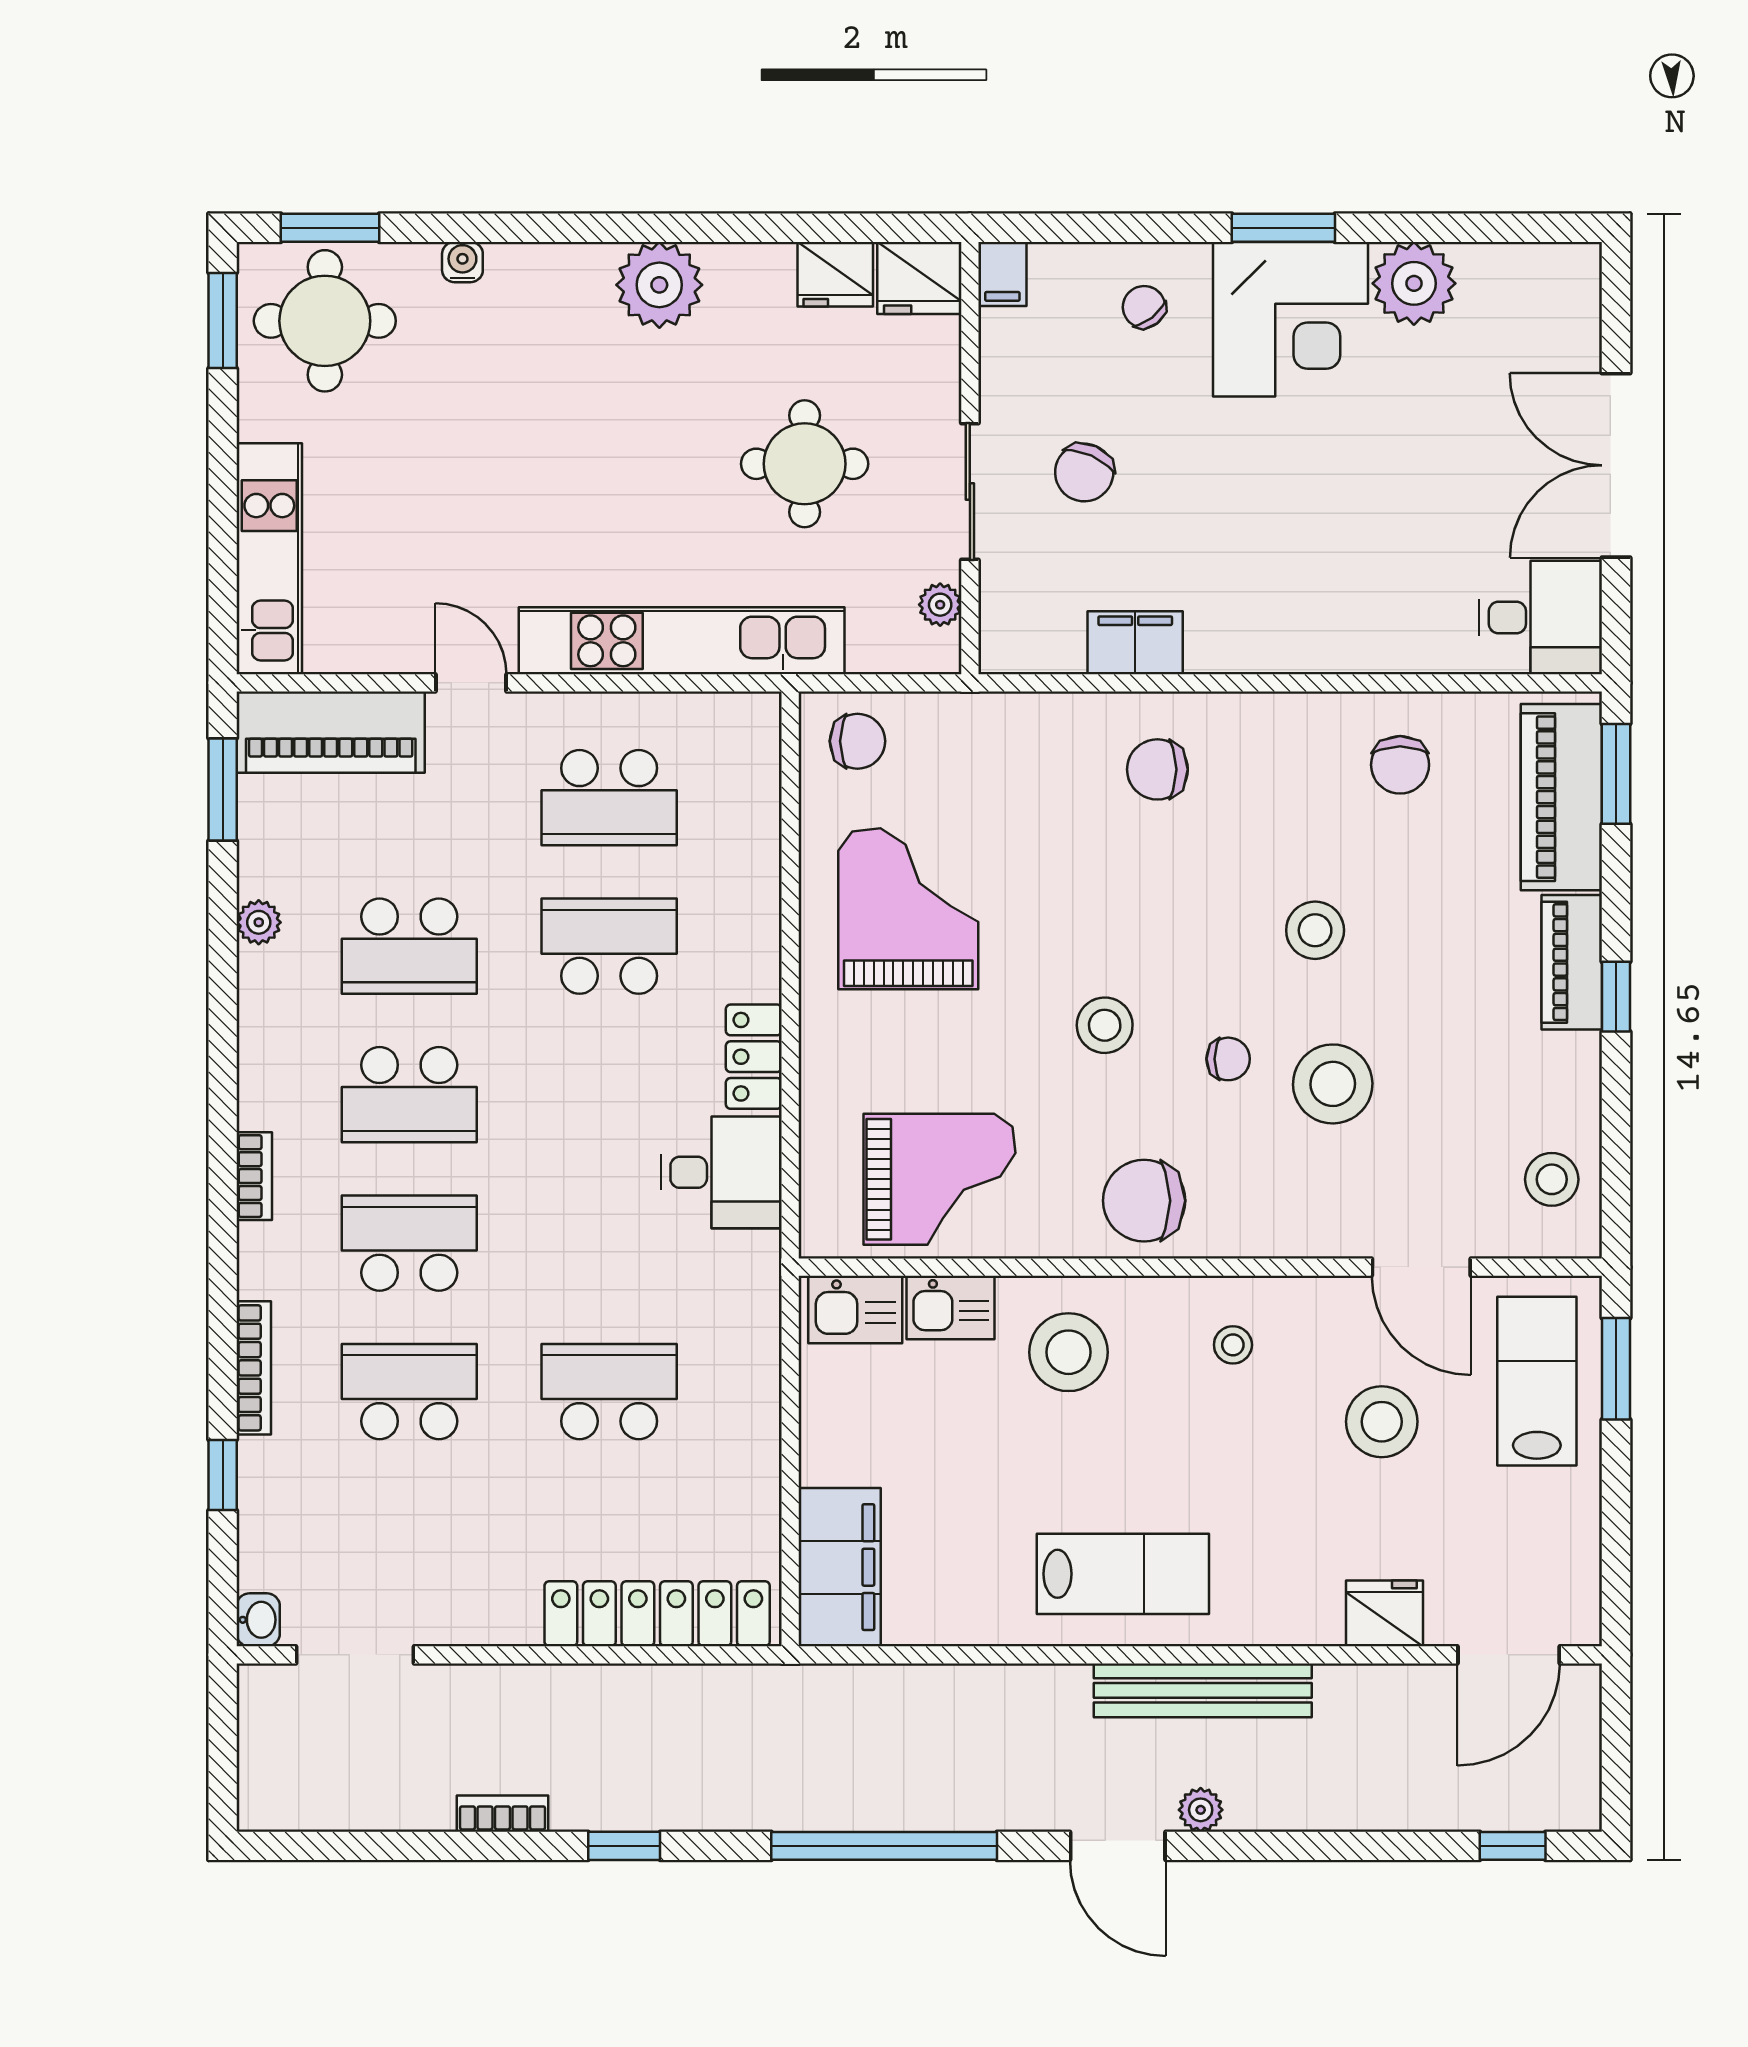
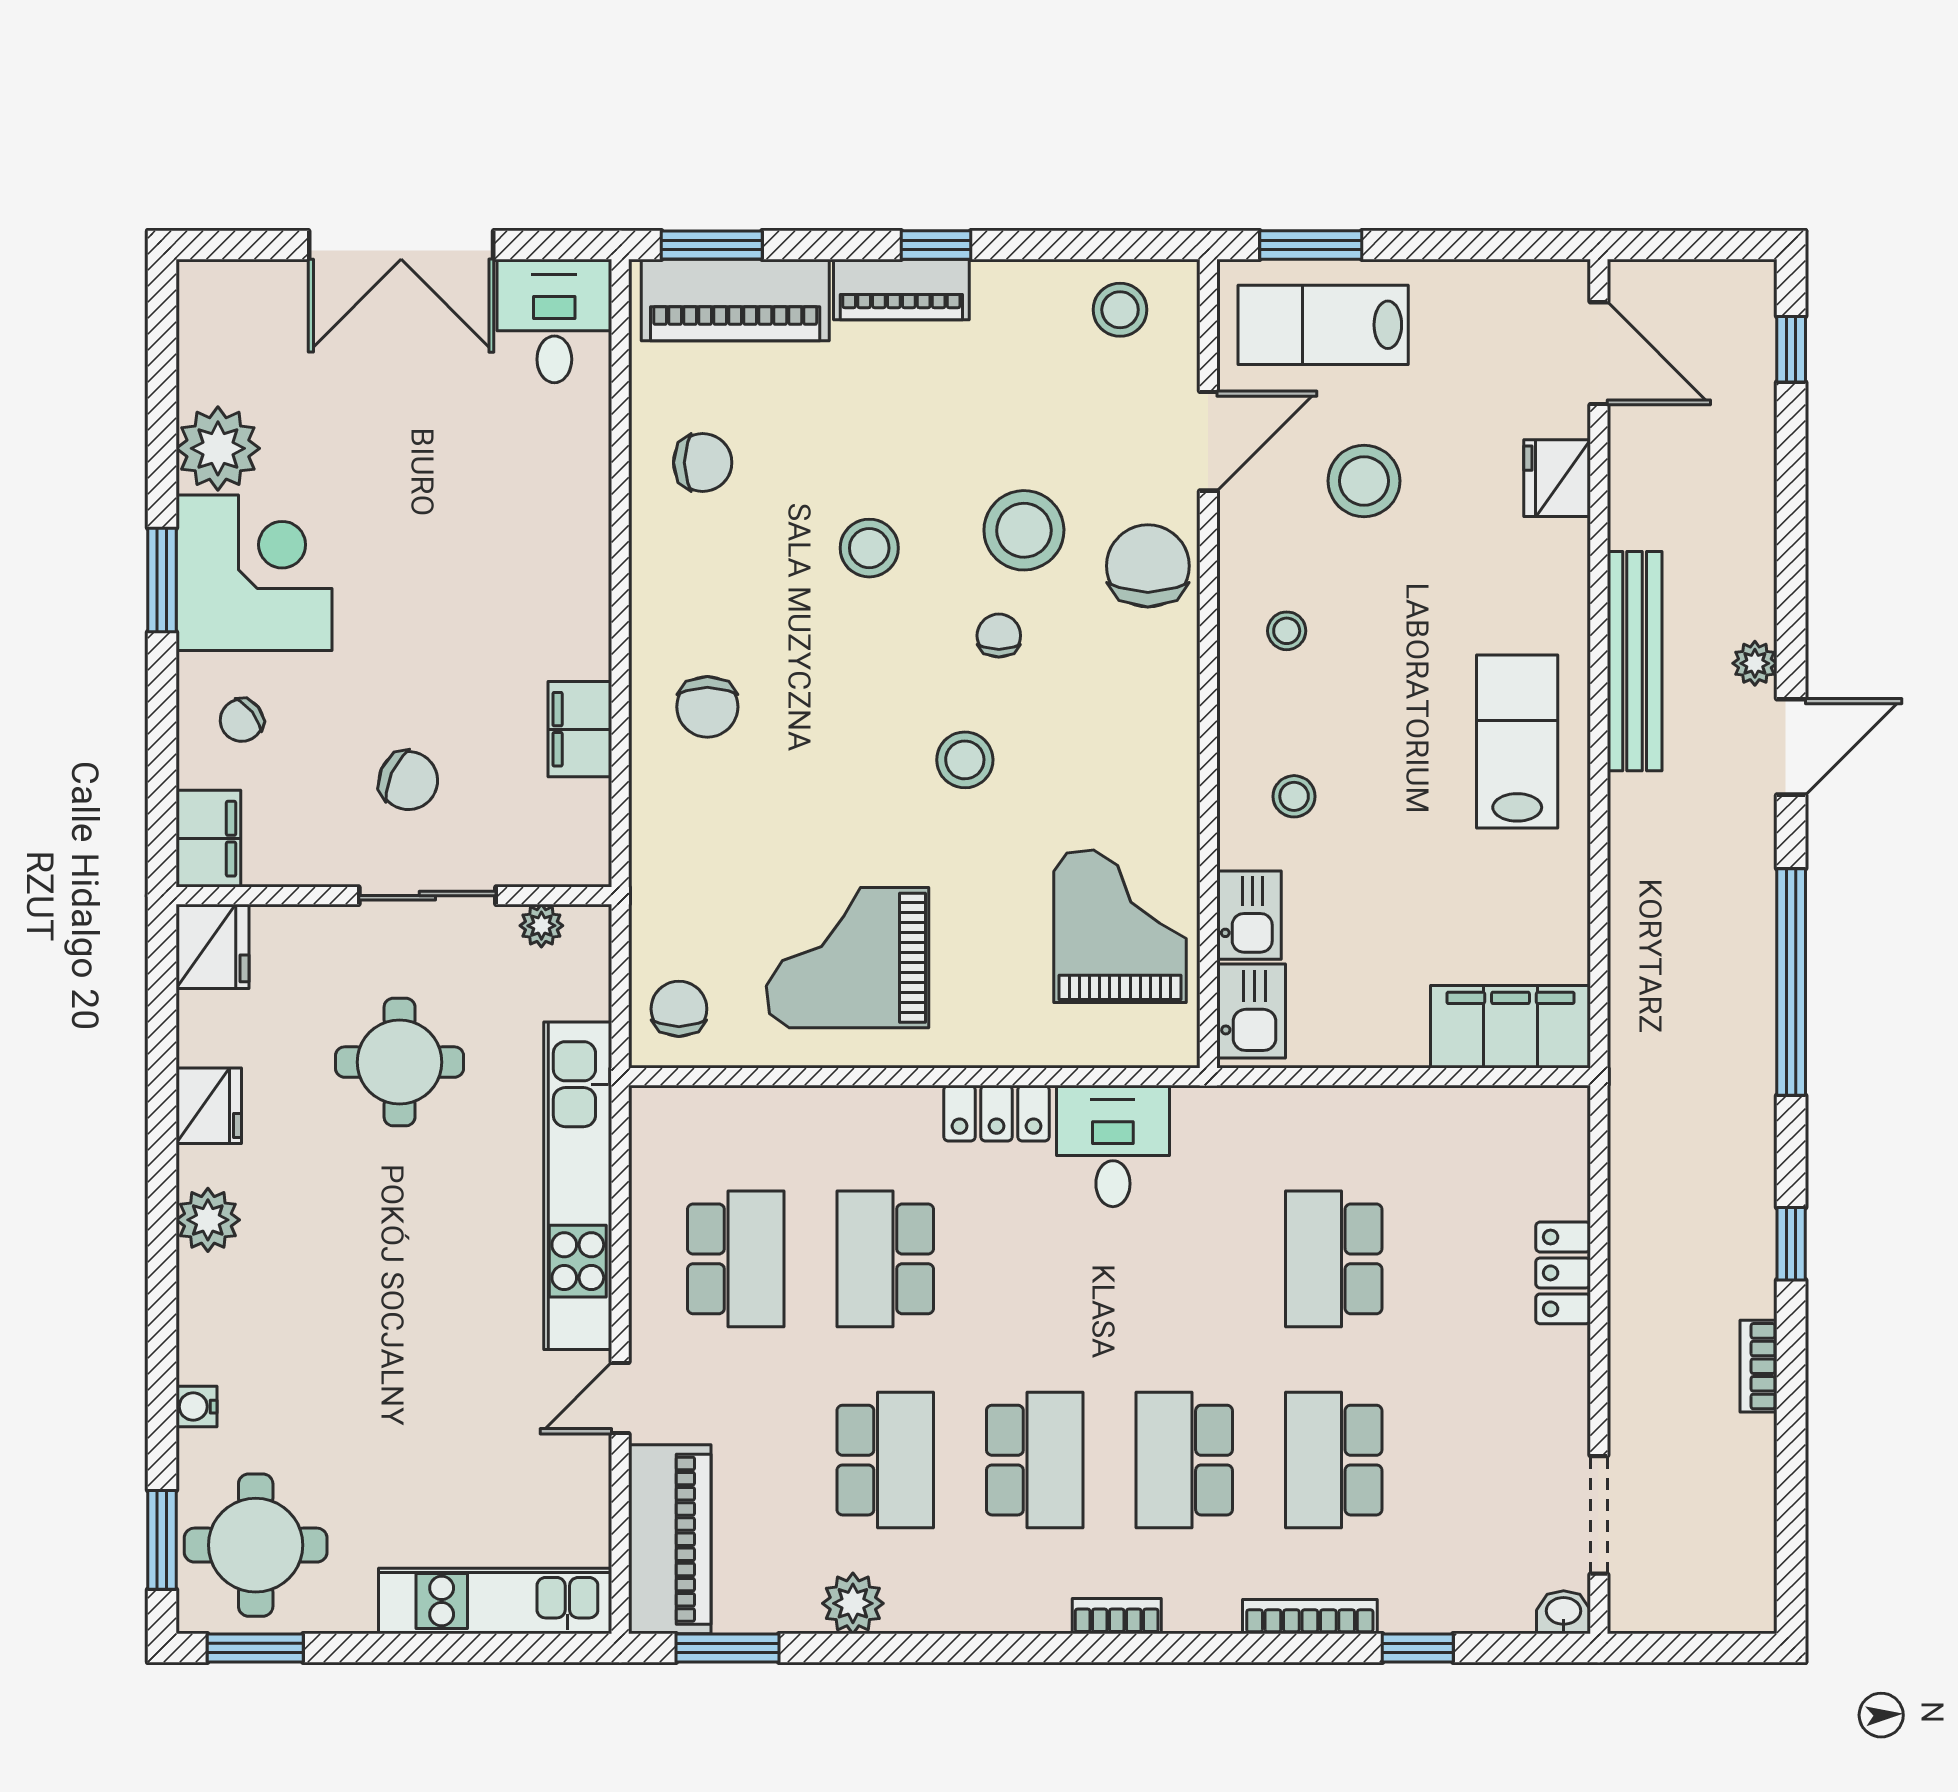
fridge: (835, 274) -> (209, 1106), moved
filing cabinet: (1002, 274) -> (208, 839), width x2.00
plant: (659, 285) -> (208, 1220), width x0.73, depth x0.73
plant: (259, 922) -> (853, 1603), width x1.38, depth x1.38
chair: (1144, 1201) -> (1148, 566), moved, turned 180
stool: (1068, 1352) -> (1294, 796), width x0.53, depth x0.53
locker: (657, 1614) -> (1563, 1273), width x0.46, depth x0.83

